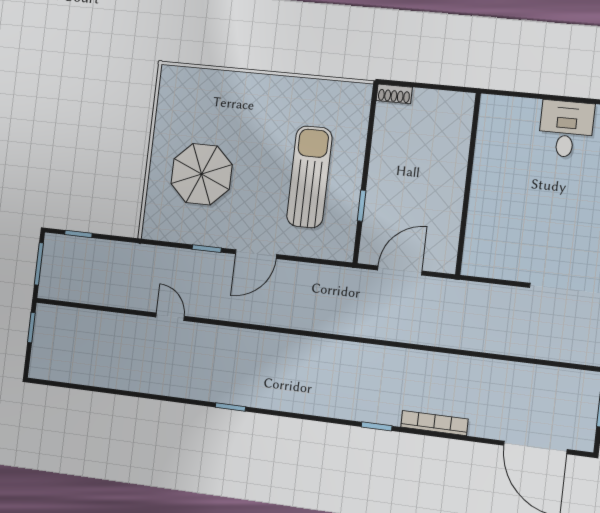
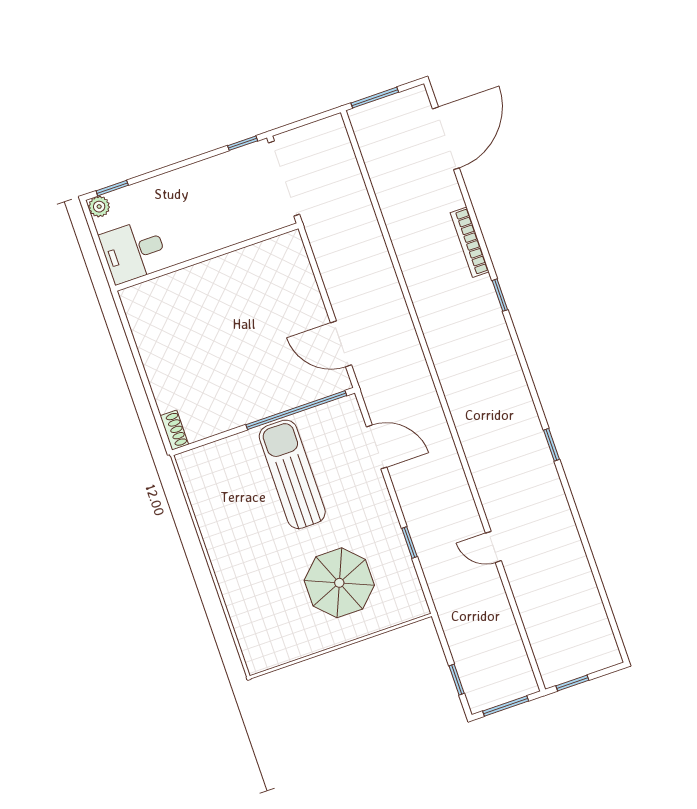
sun lounger: (309, 177) -> (292, 474), turned 90
wall: (468, 184) -> (207, 257), moved
window: (362, 206) -> (296, 410), width x3.17
door: (256, 254) -> (377, 447), moved
door: (170, 317) -> (493, 547), hinge flipped

